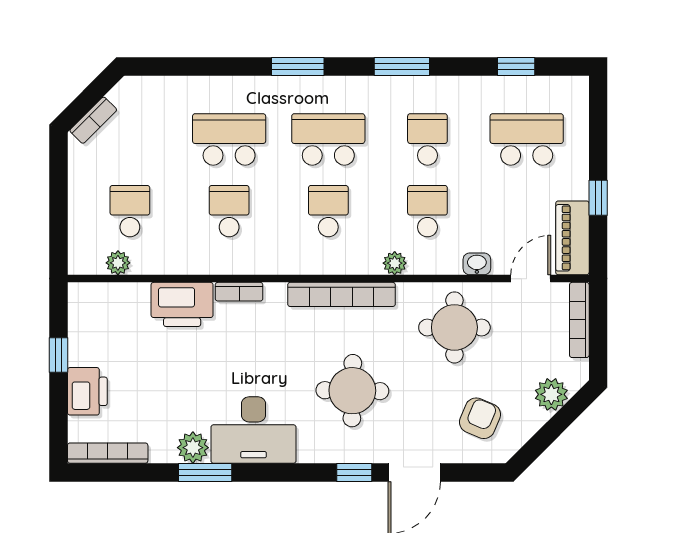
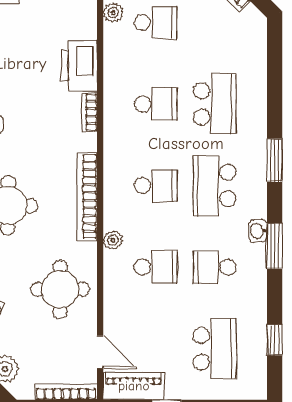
school desk: (328, 139) -> (215, 186), turned 180
school desk: (427, 139) -> (215, 267), turned 180
washbasin: (477, 264) -> (258, 231), moved, turned 180

